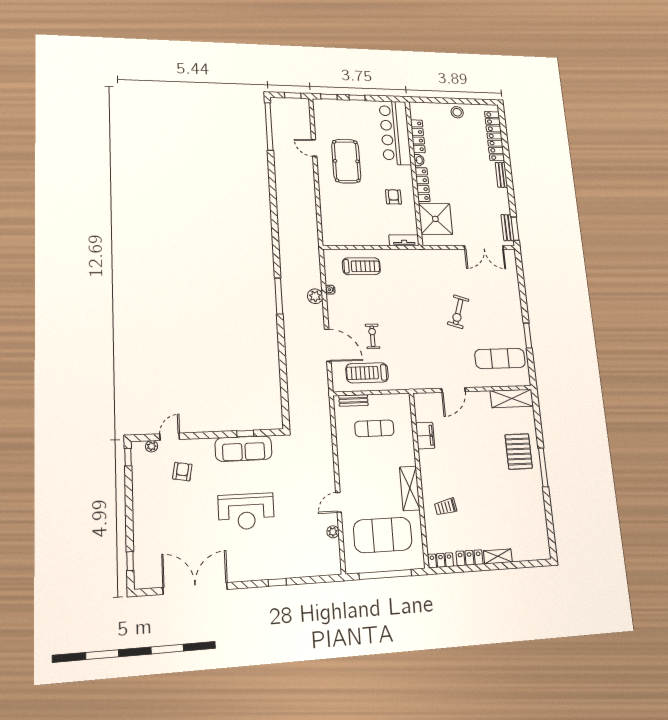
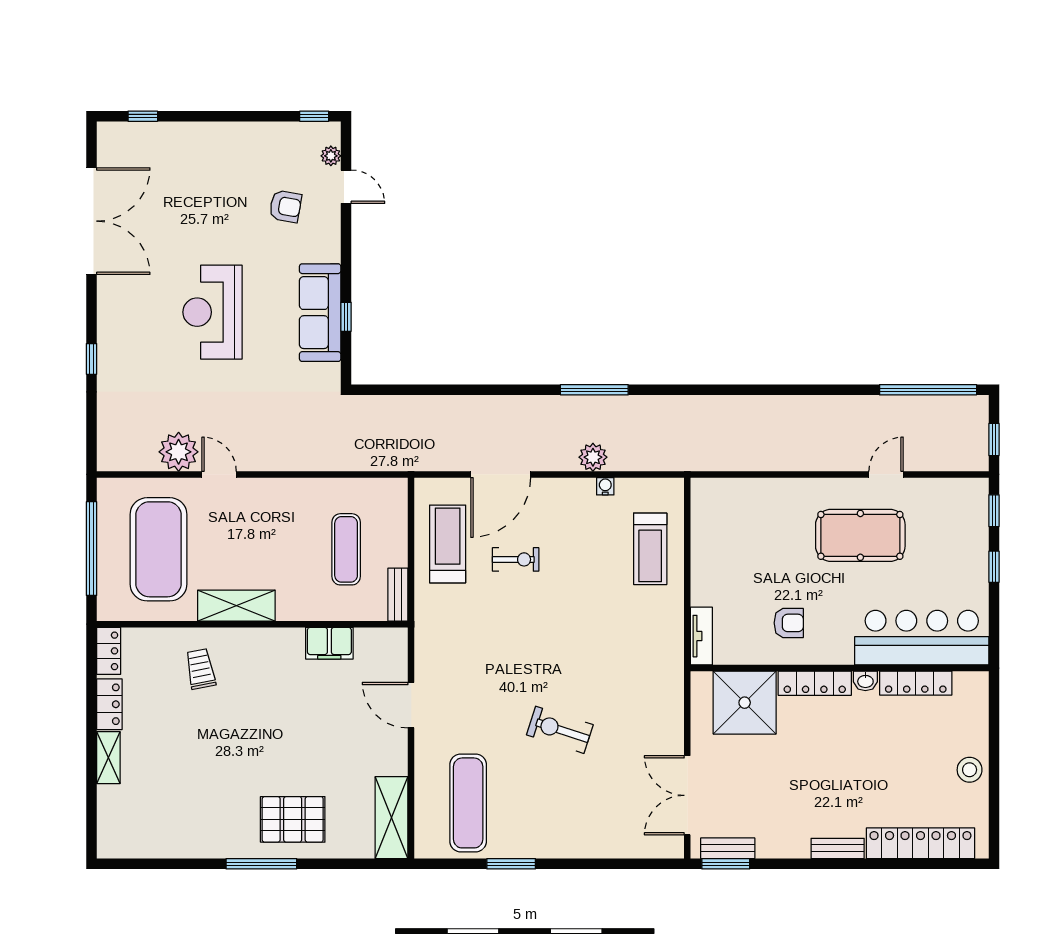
bench: (353, 400) -> (398, 595), moved
plant: (333, 532) -> (179, 452), width x1.88, depth x1.88

